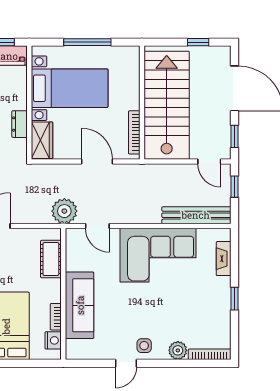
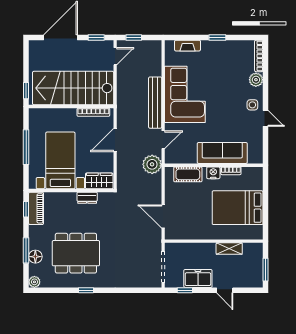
window: (198, 42) -> (26, 91), moved
bench: (196, 215) -> (155, 103), moved
nightstand: (53, 340) -> (213, 173), moved

